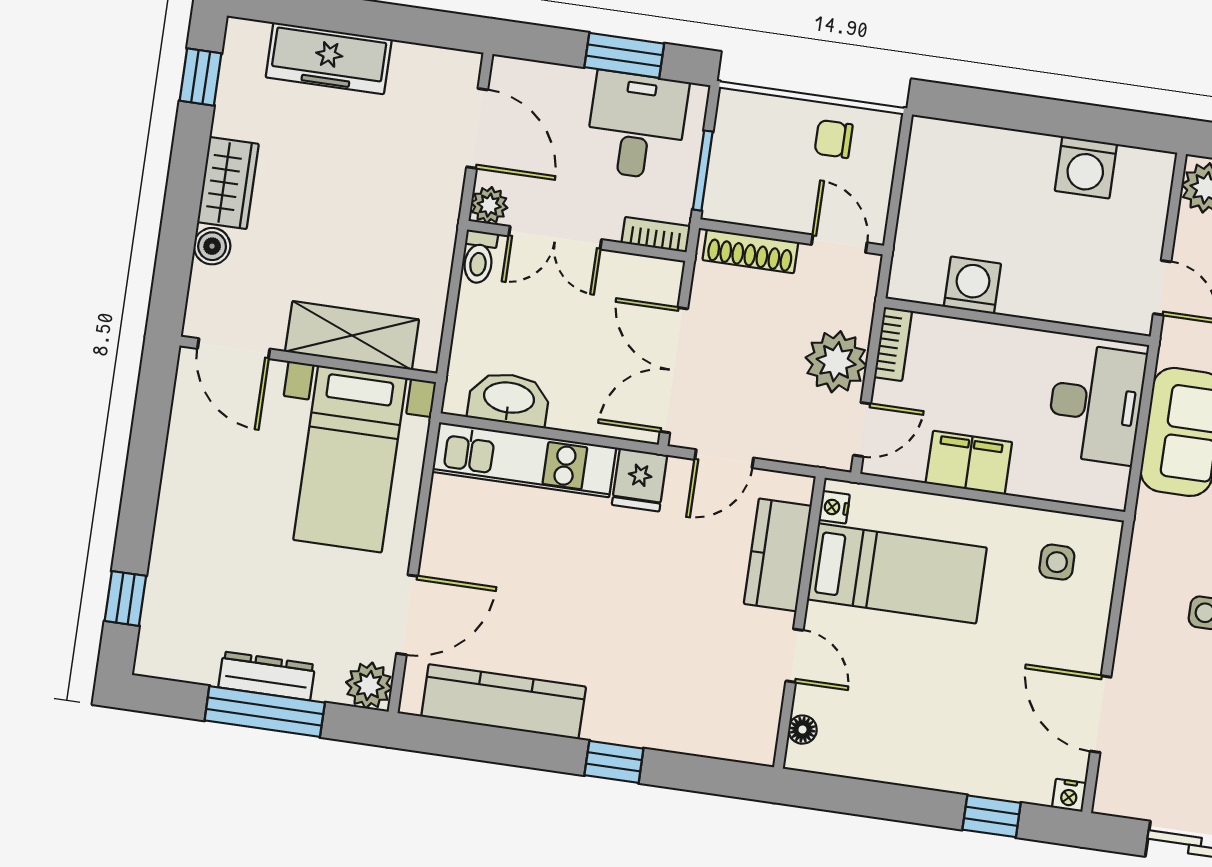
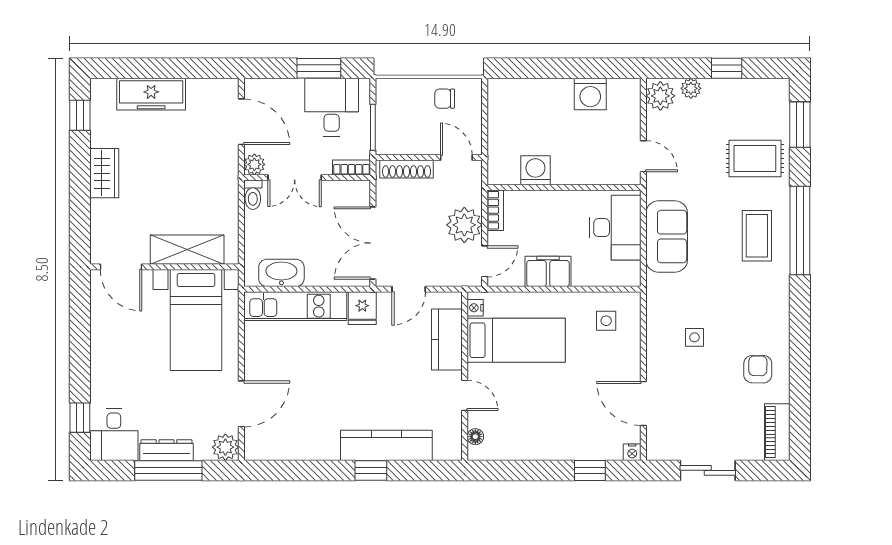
boiler: (212, 246) -> (100, 210), removed
desk: (180, 636) -> (114, 435), added
kitchen counter: (504, 702) -> (386, 445), moved

